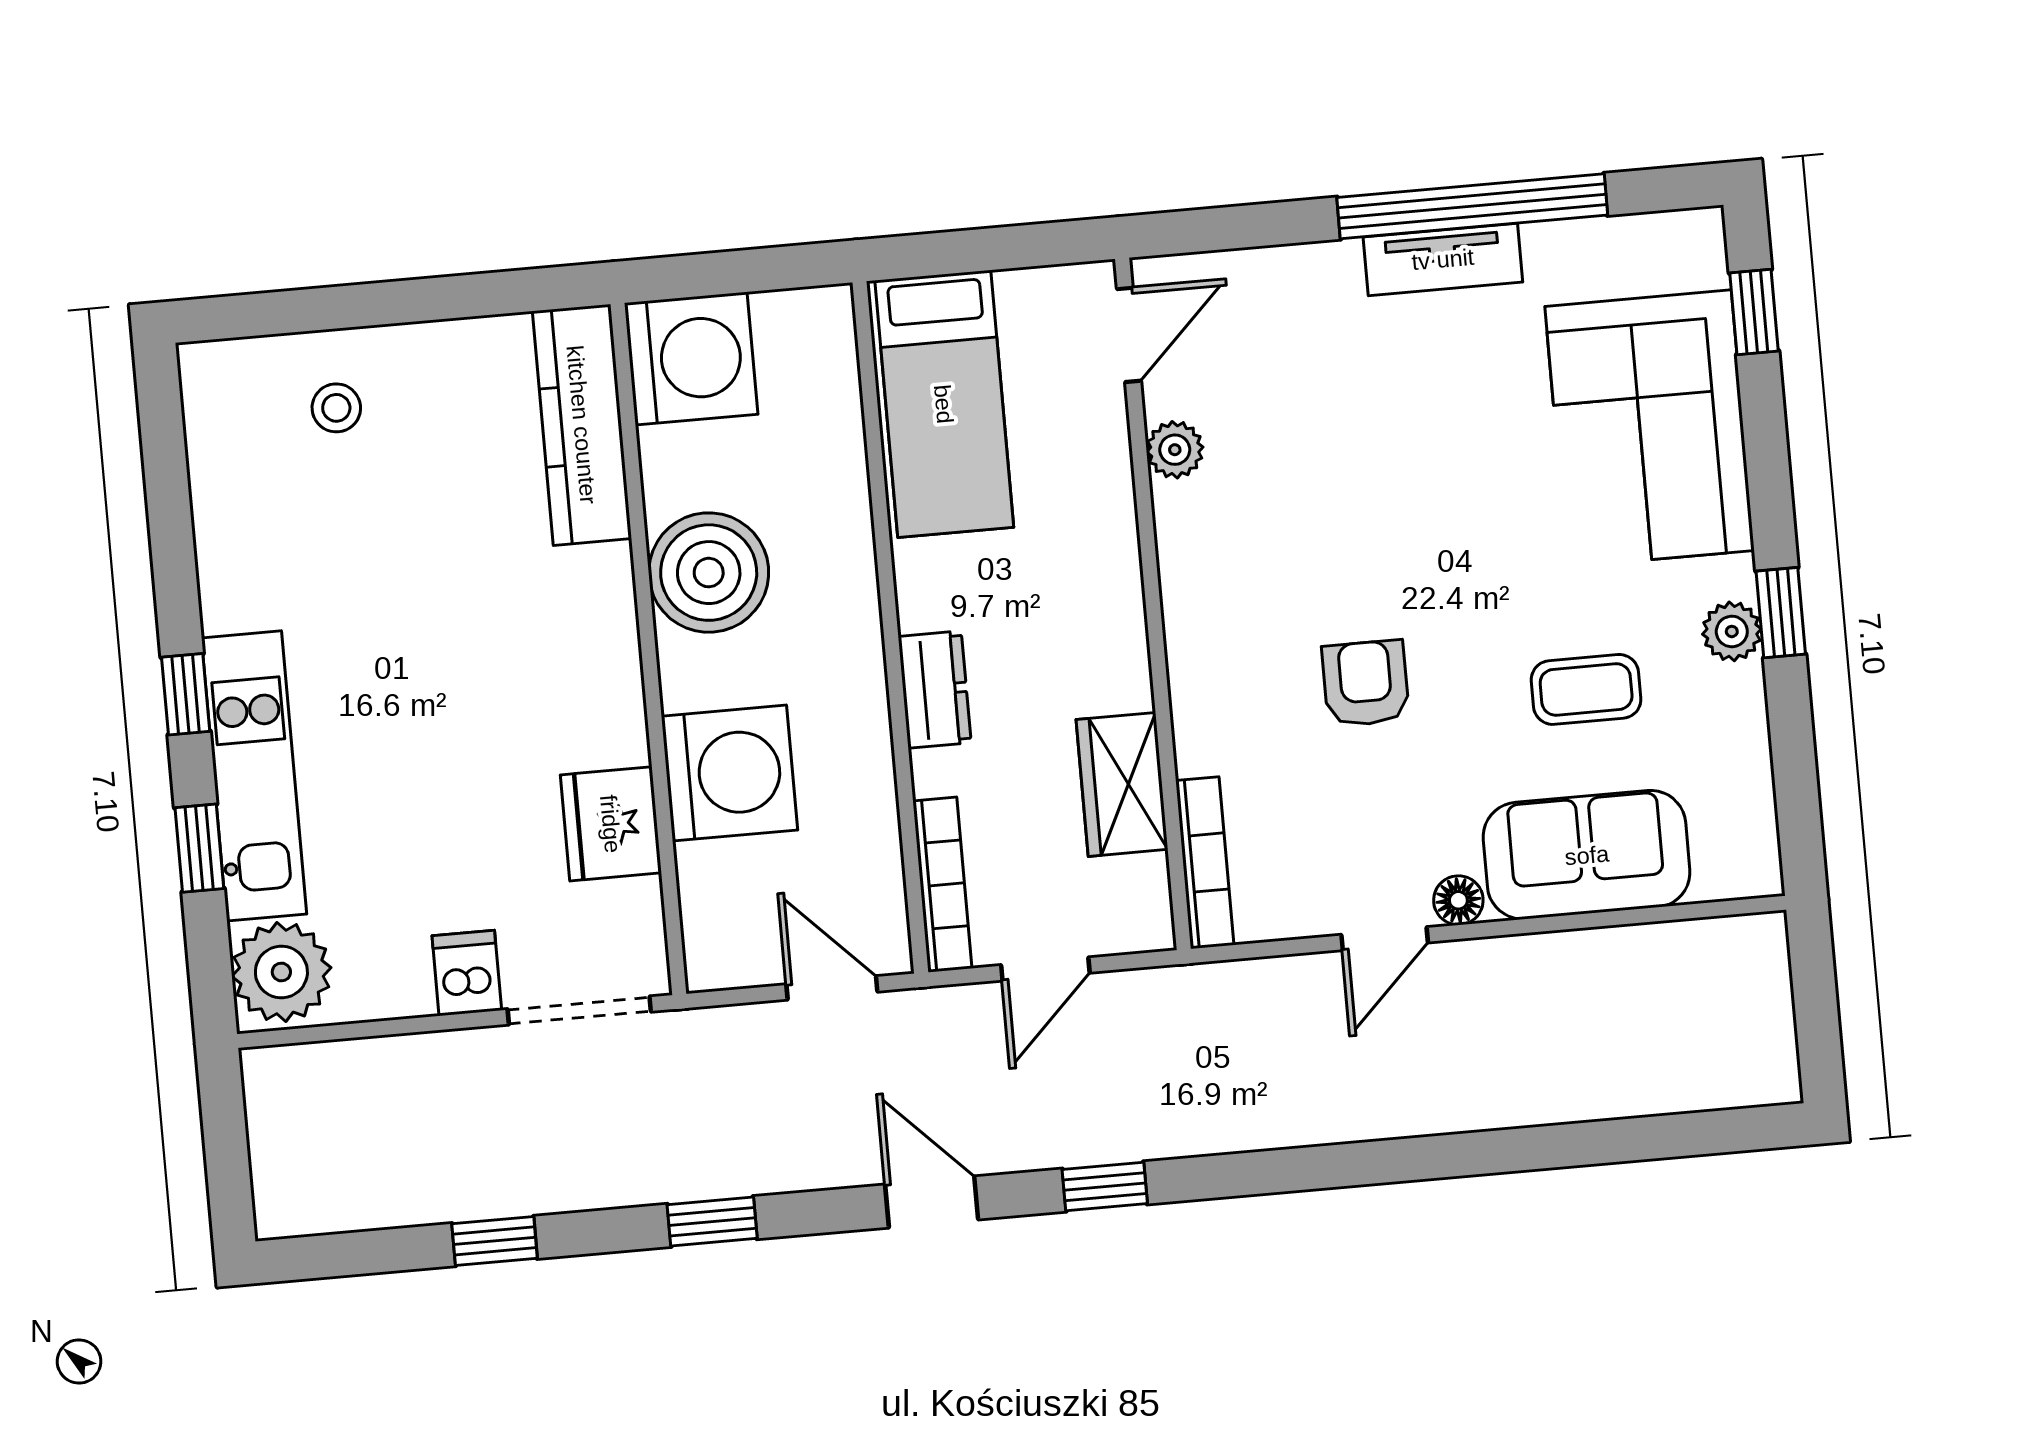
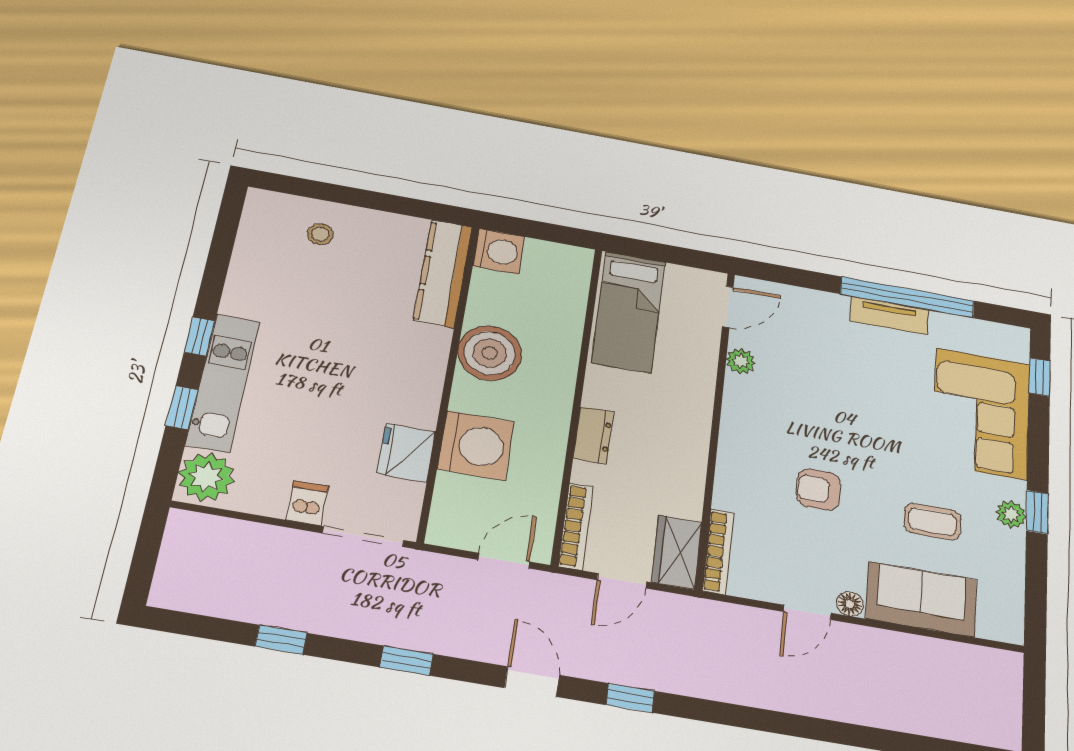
washing machine: (691, 359) -> (499, 251), width x0.73, depth x0.73
armchair: (1365, 683) -> (819, 489), turned -90
wardrobe: (1122, 784) -> (677, 552), moved
door: (832, 988) -> (504, 561), hinge flipped

